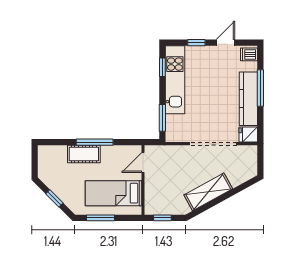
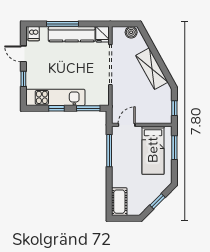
window: (162, 67) -> (57, 108), moved
window: (95, 142) -> (109, 151), moved
cot: (84, 154) -> (119, 202), moved
door: (143, 163) -> (127, 125), swing flipped
boiler: (251, 168) -> (131, 32), added
window: (100, 218) -> (174, 148), moved

